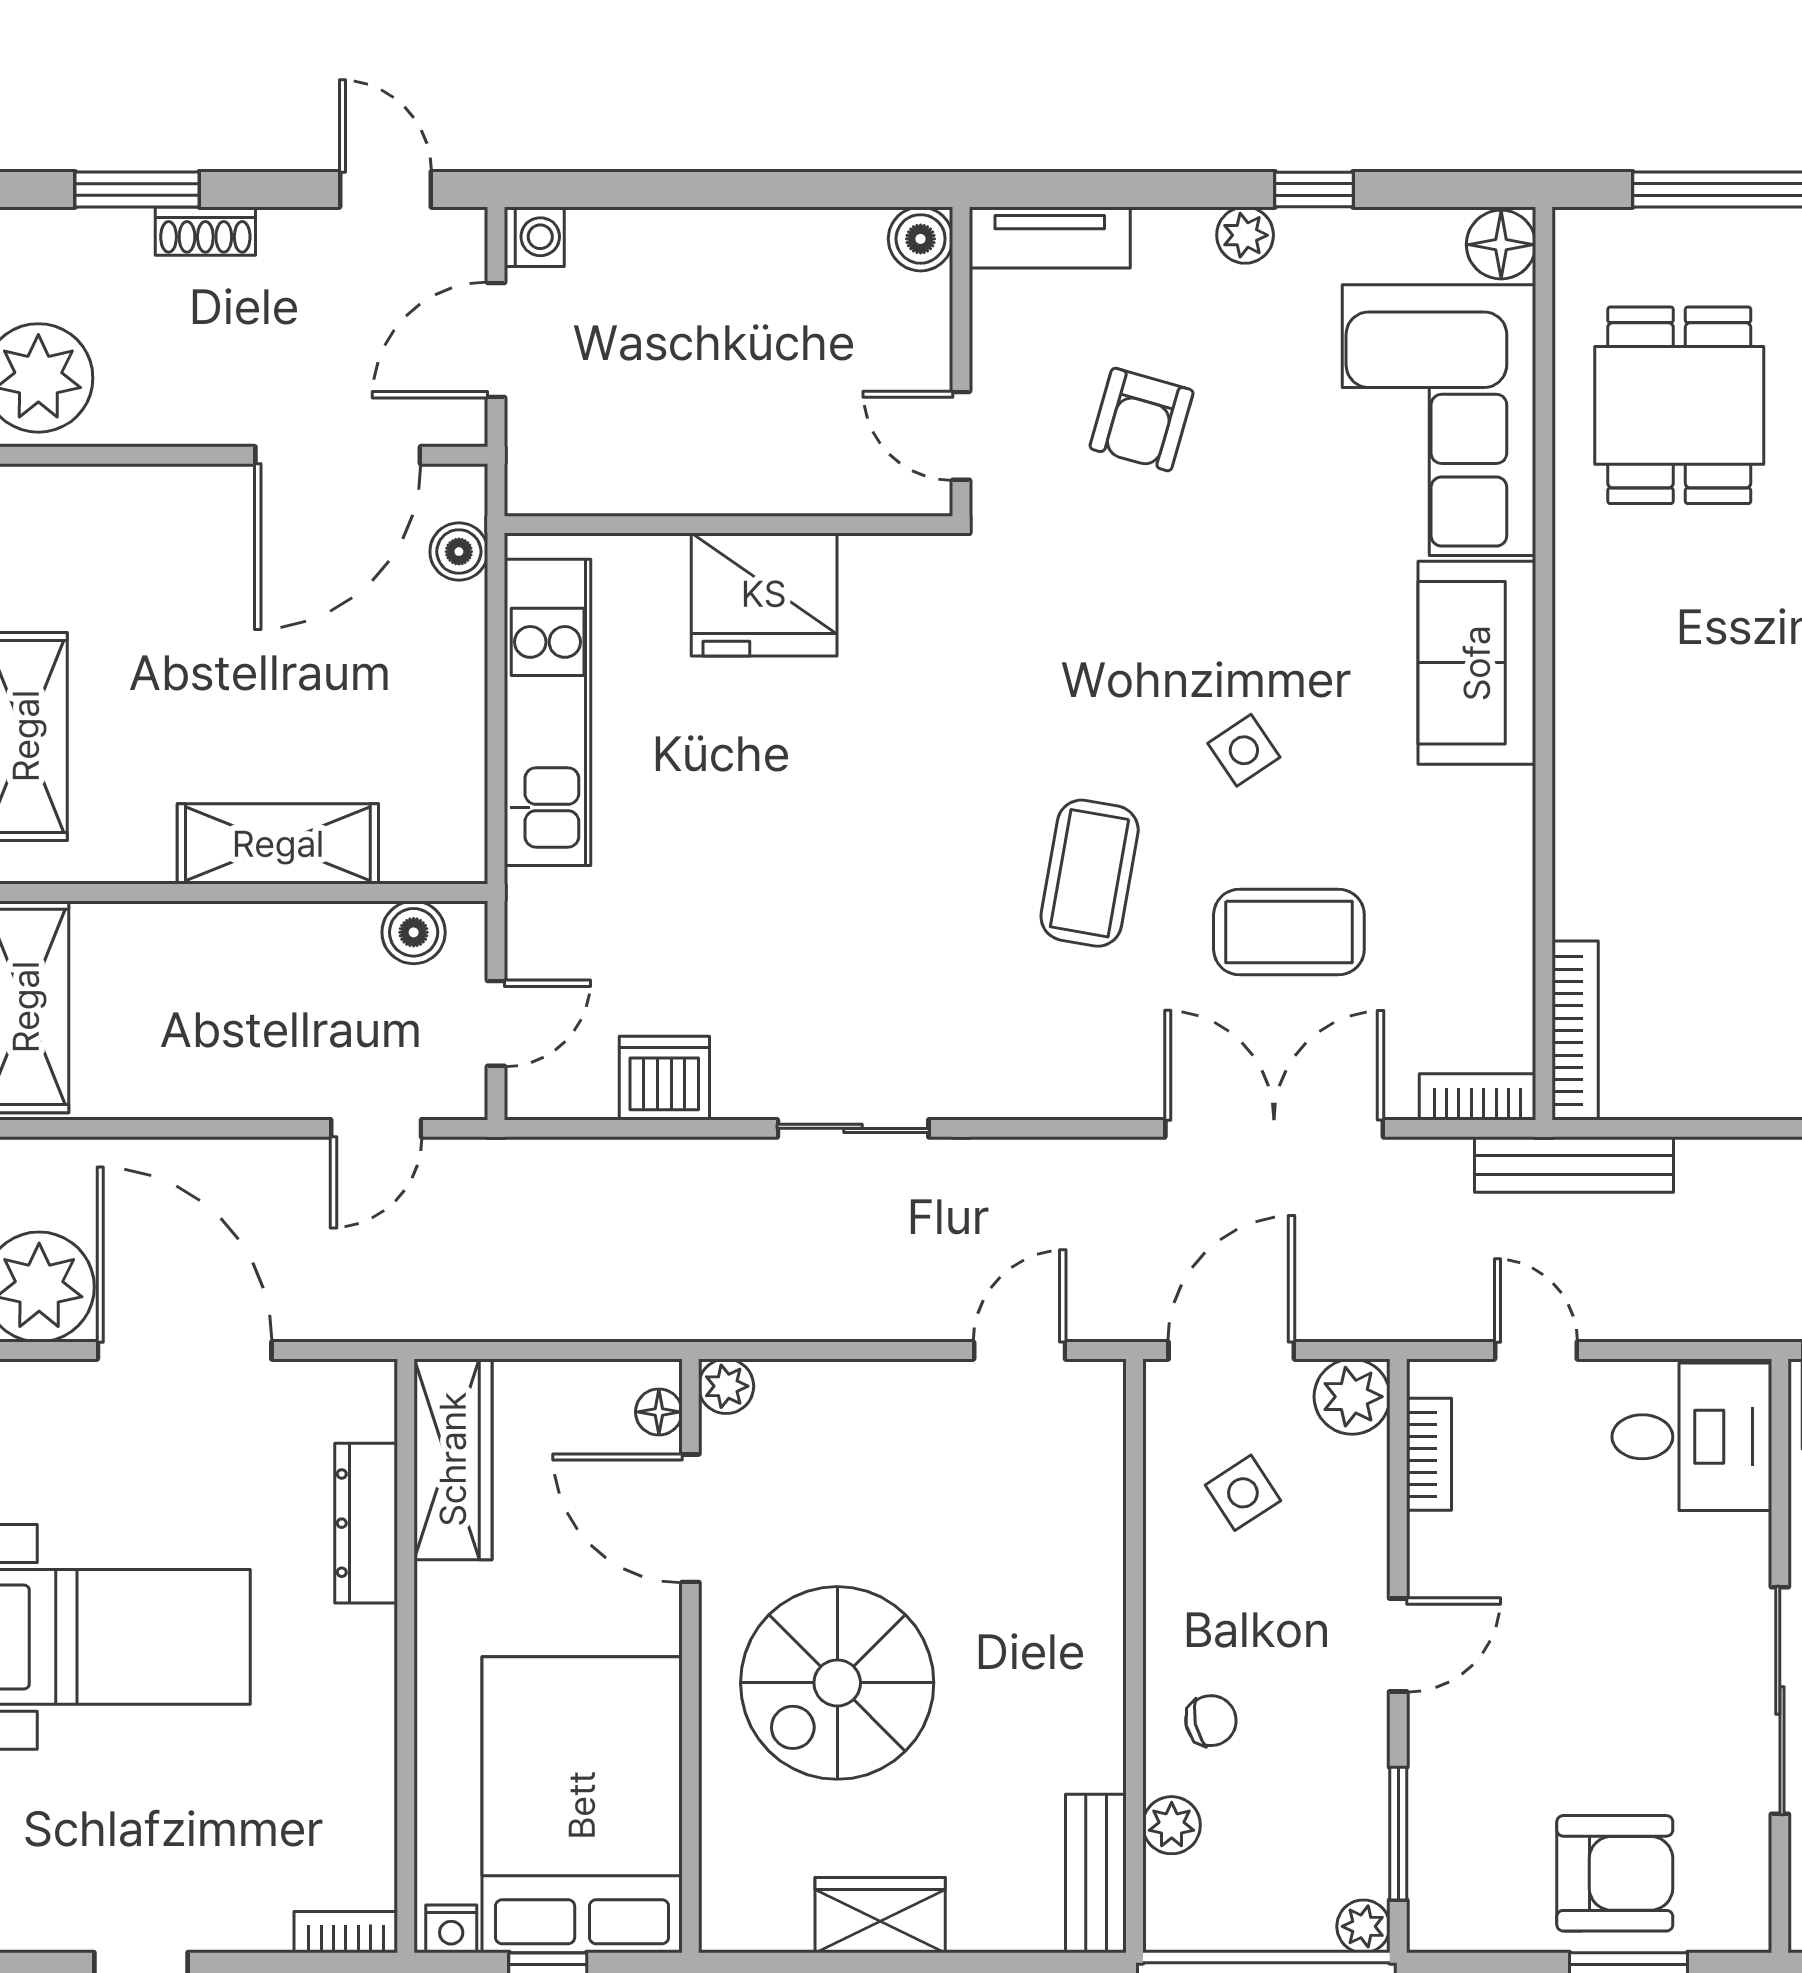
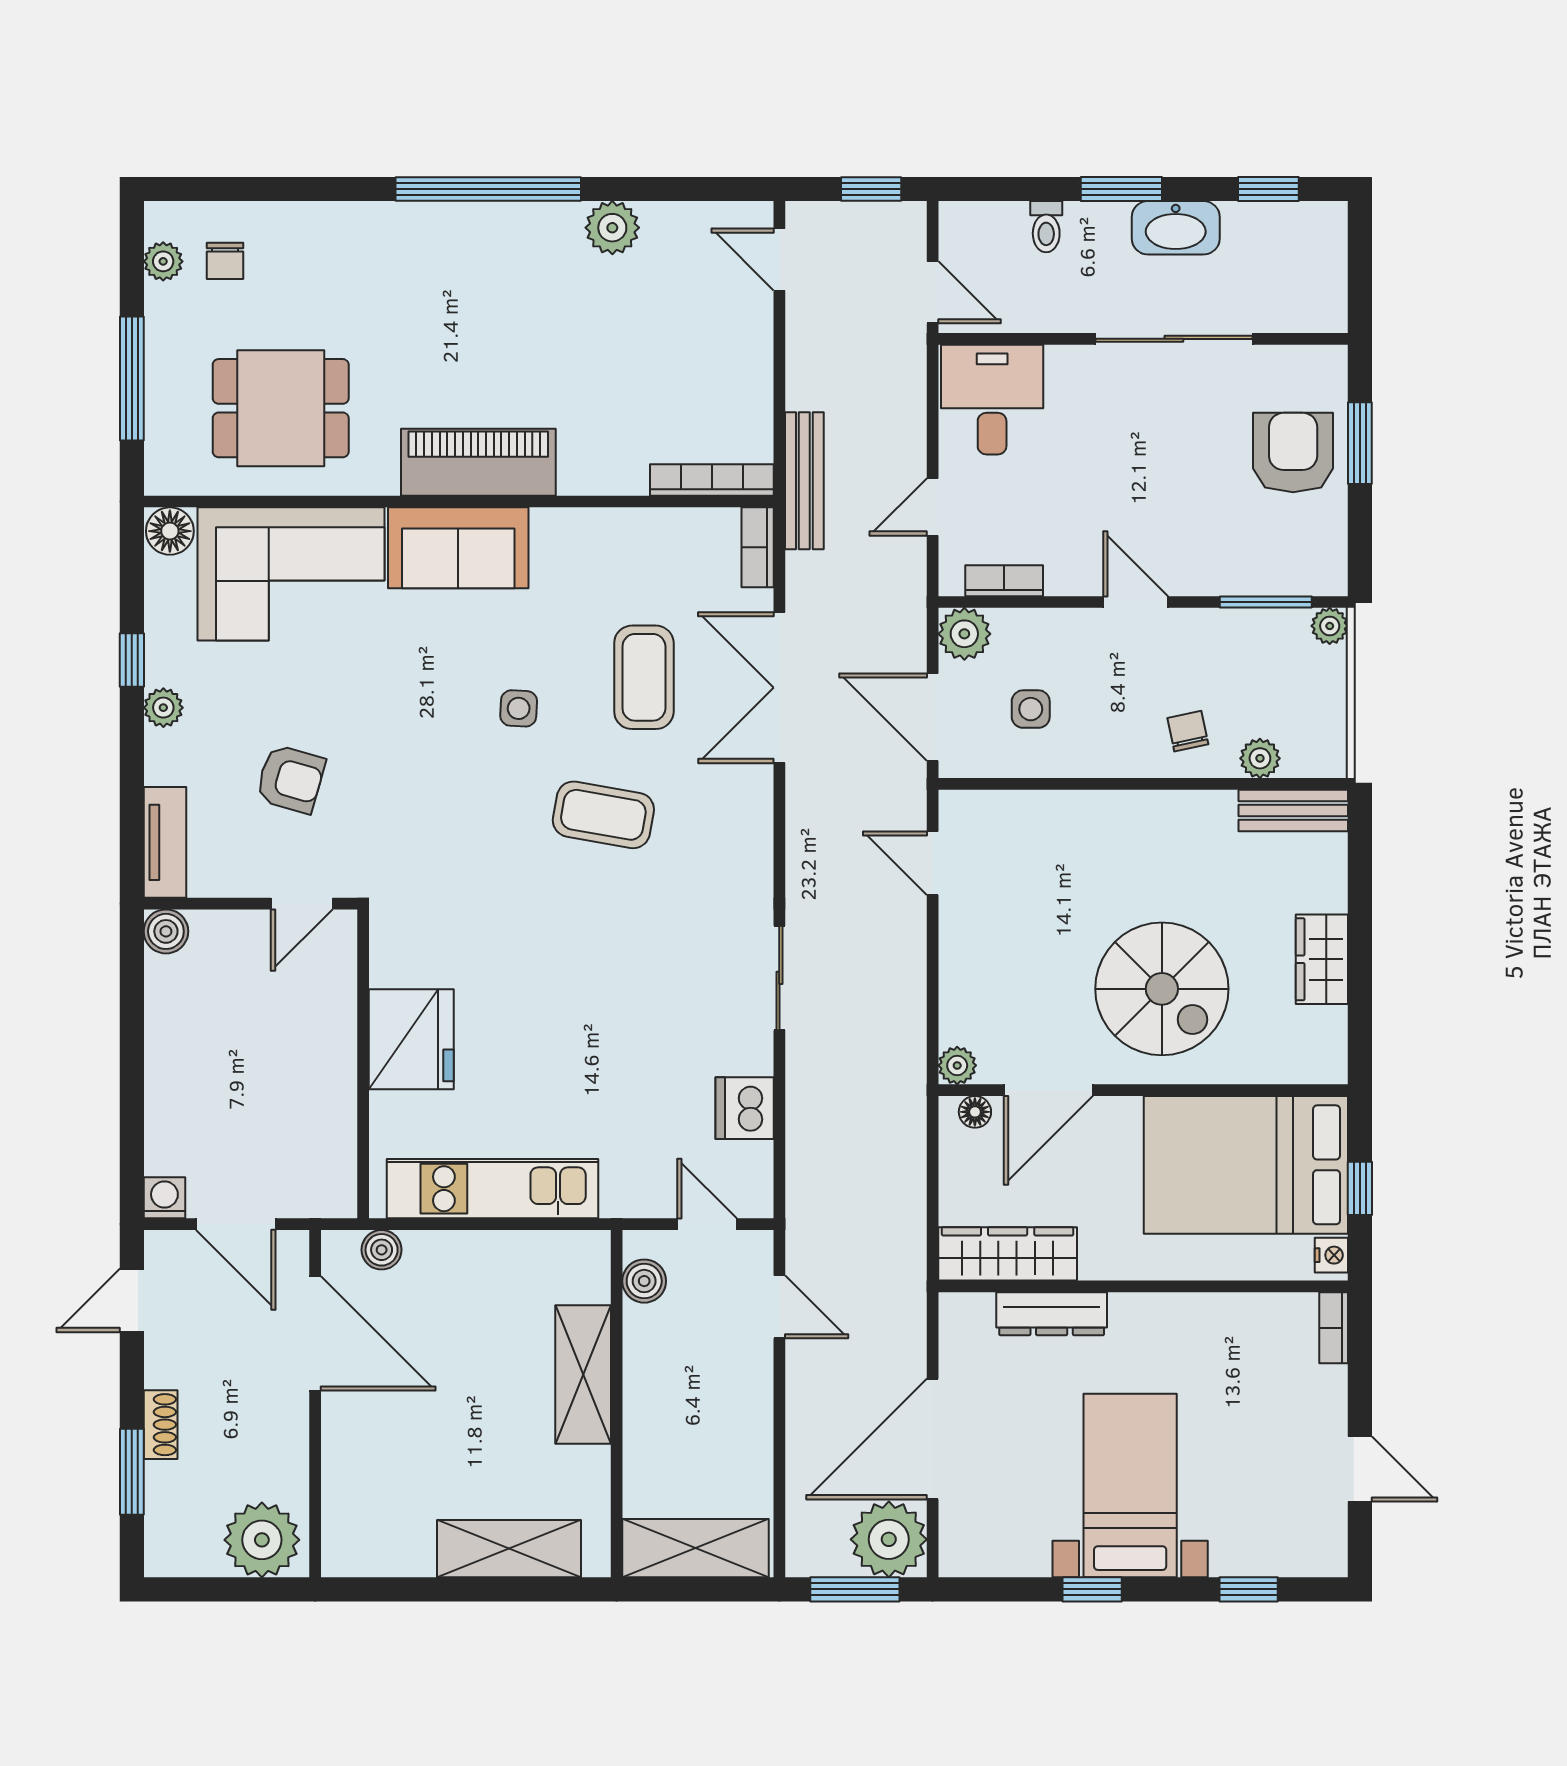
piano: (1601, 692) -> (478, 462), added
side table: (1244, 750) -> (519, 708), turned 37
side table: (1243, 1493) -> (1031, 709), turned 33

